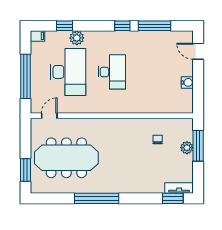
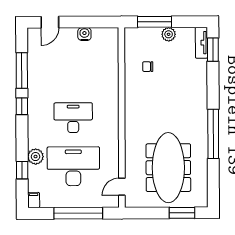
door: (49, 116) -> (122, 187), hinge flipped
plant: (187, 148) -> (169, 34), moved

